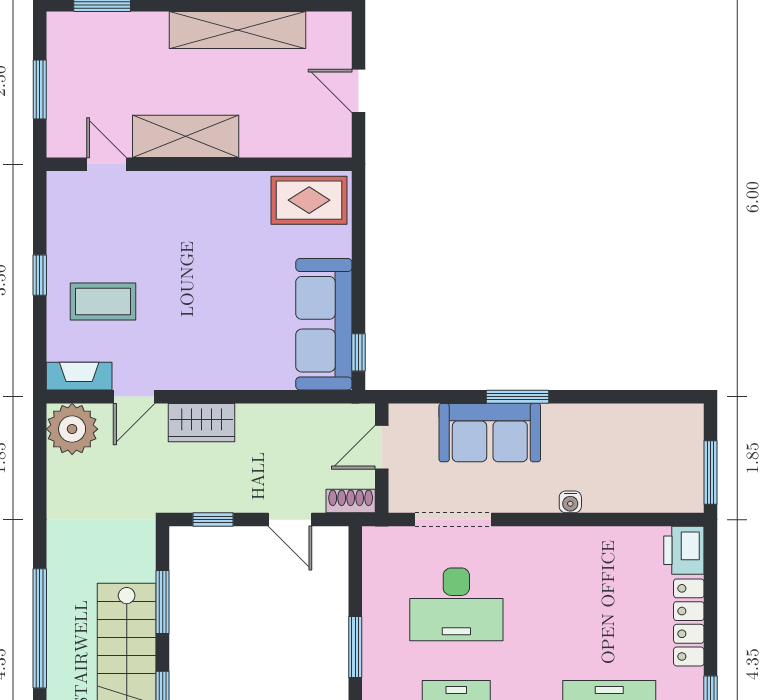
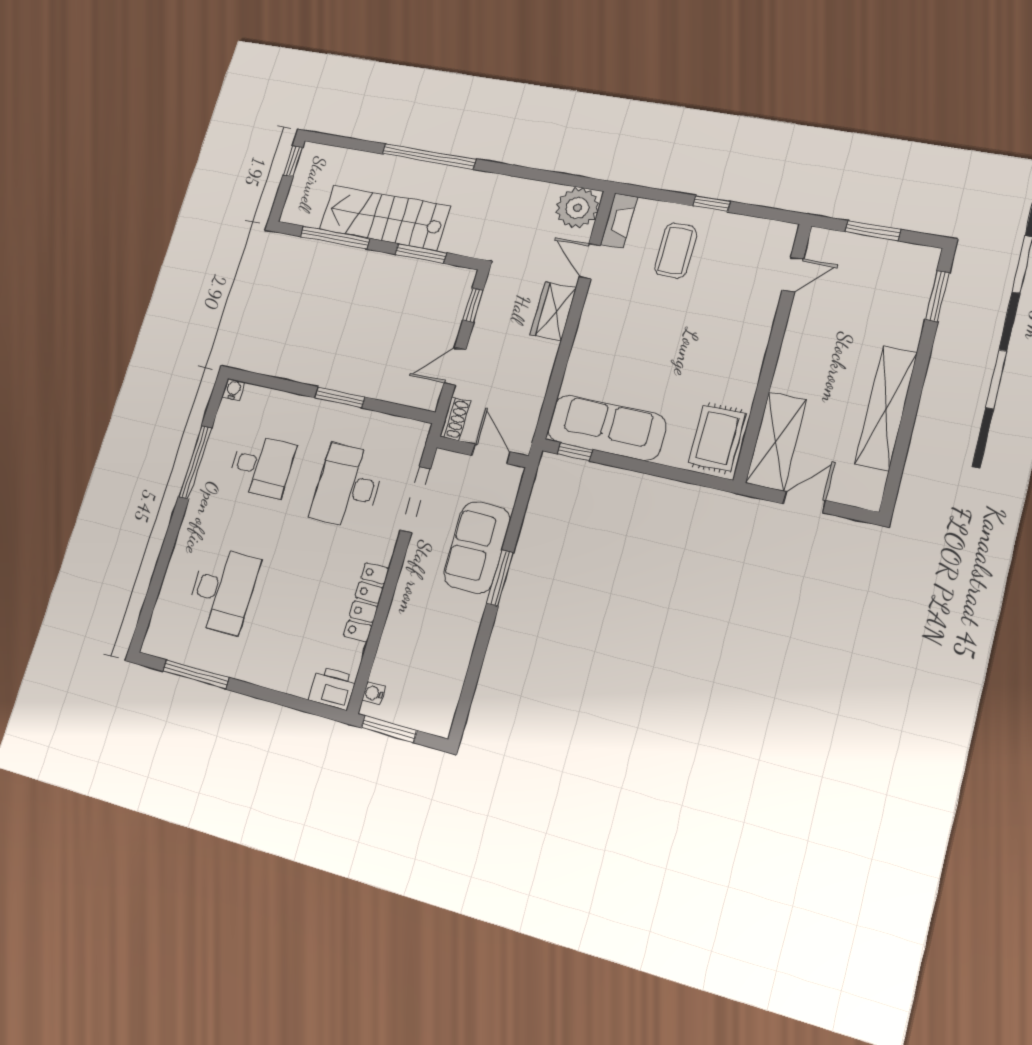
shelving: (186, 136) -> (776, 441), moved
water cooler: (570, 502) -> (374, 693), moved
locker: (689, 622) -> (366, 602), moved, turned -90

